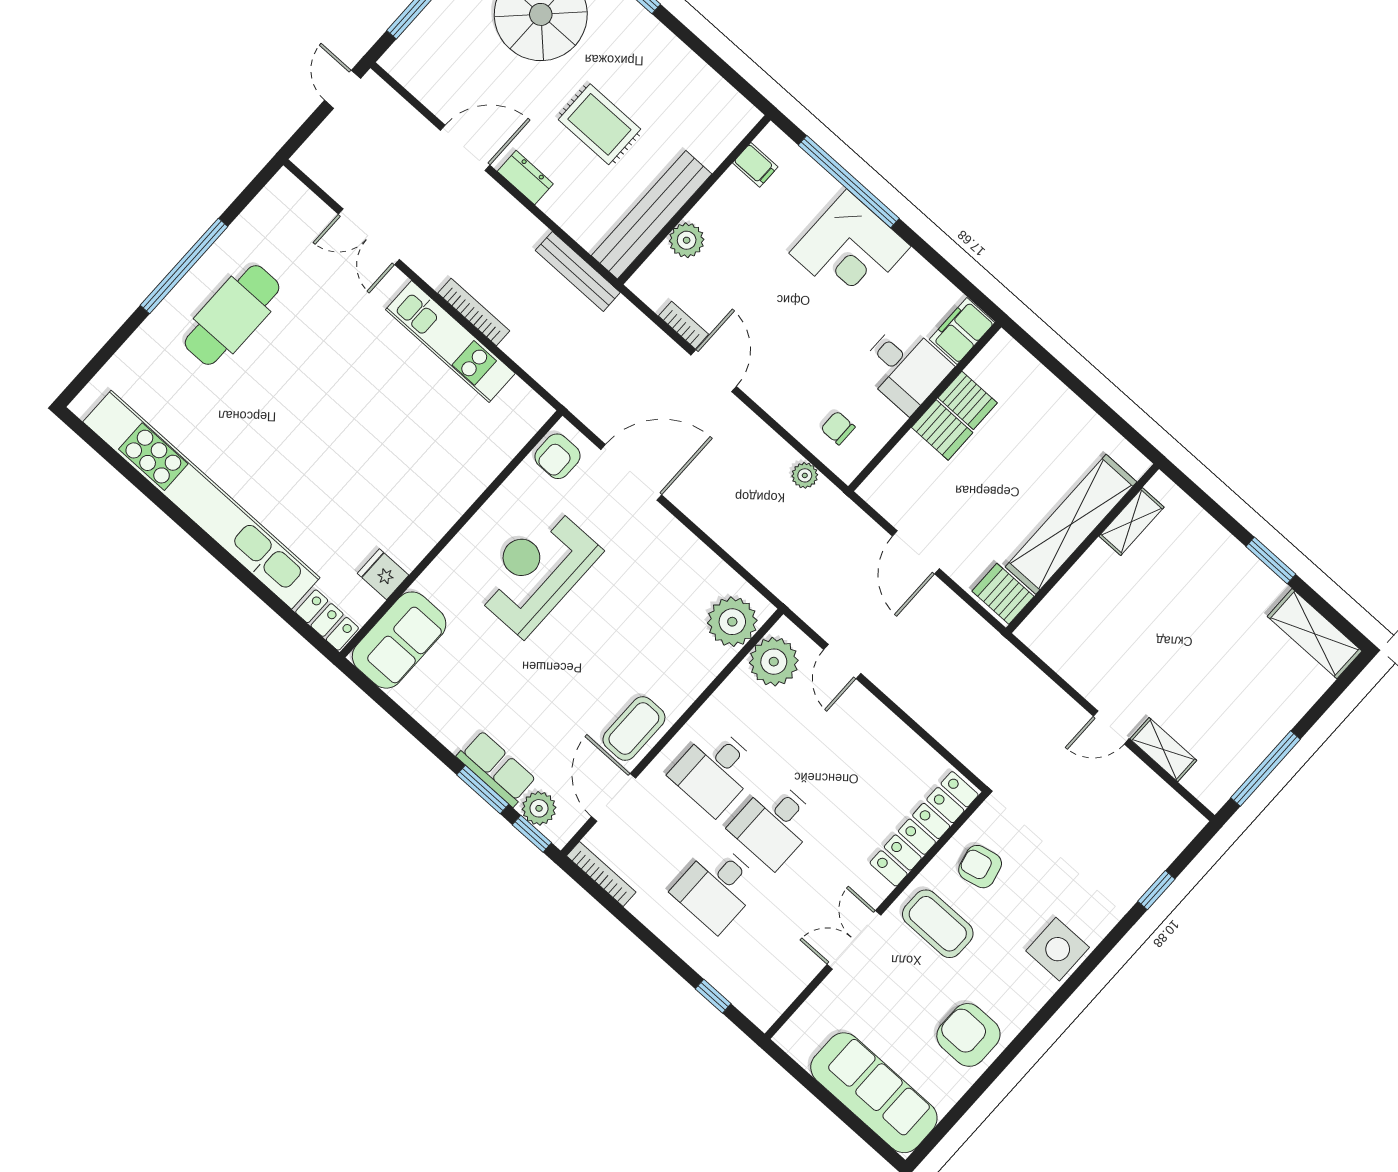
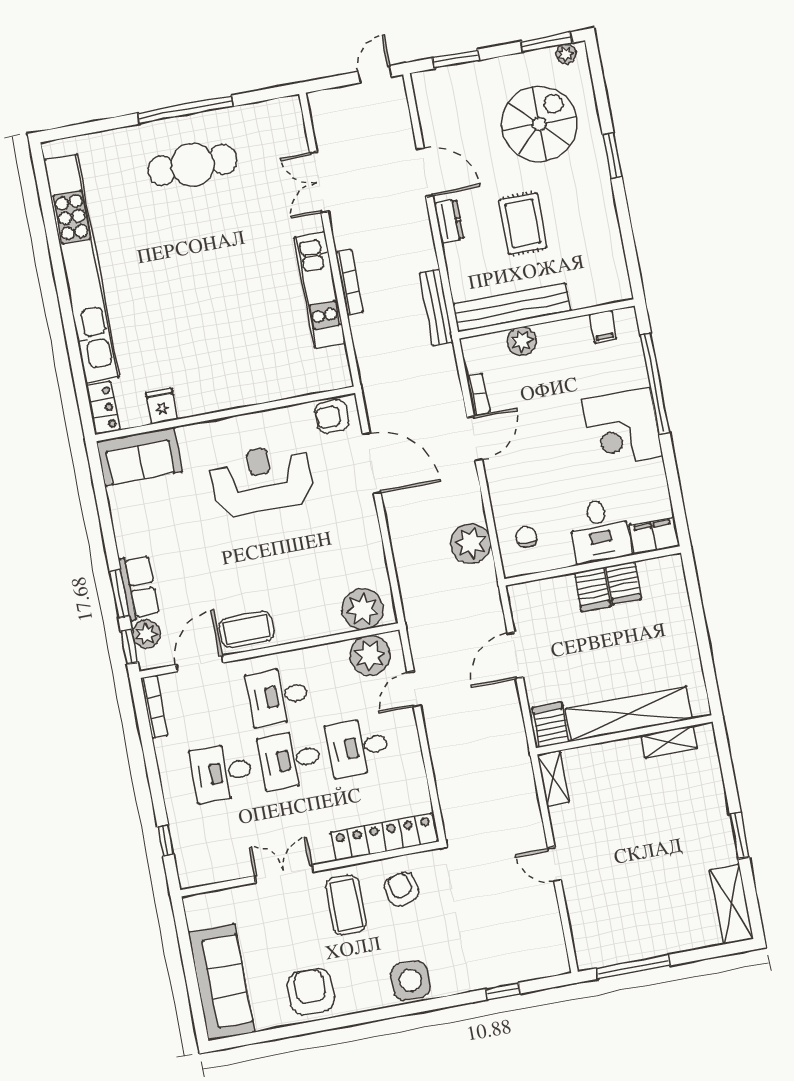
plant: (805, 475) -> (471, 543), width x1.87, depth x1.87
shelving: (1163, 750) -> (553, 779), moved
desk: (831, 760) -> (358, 747), added

